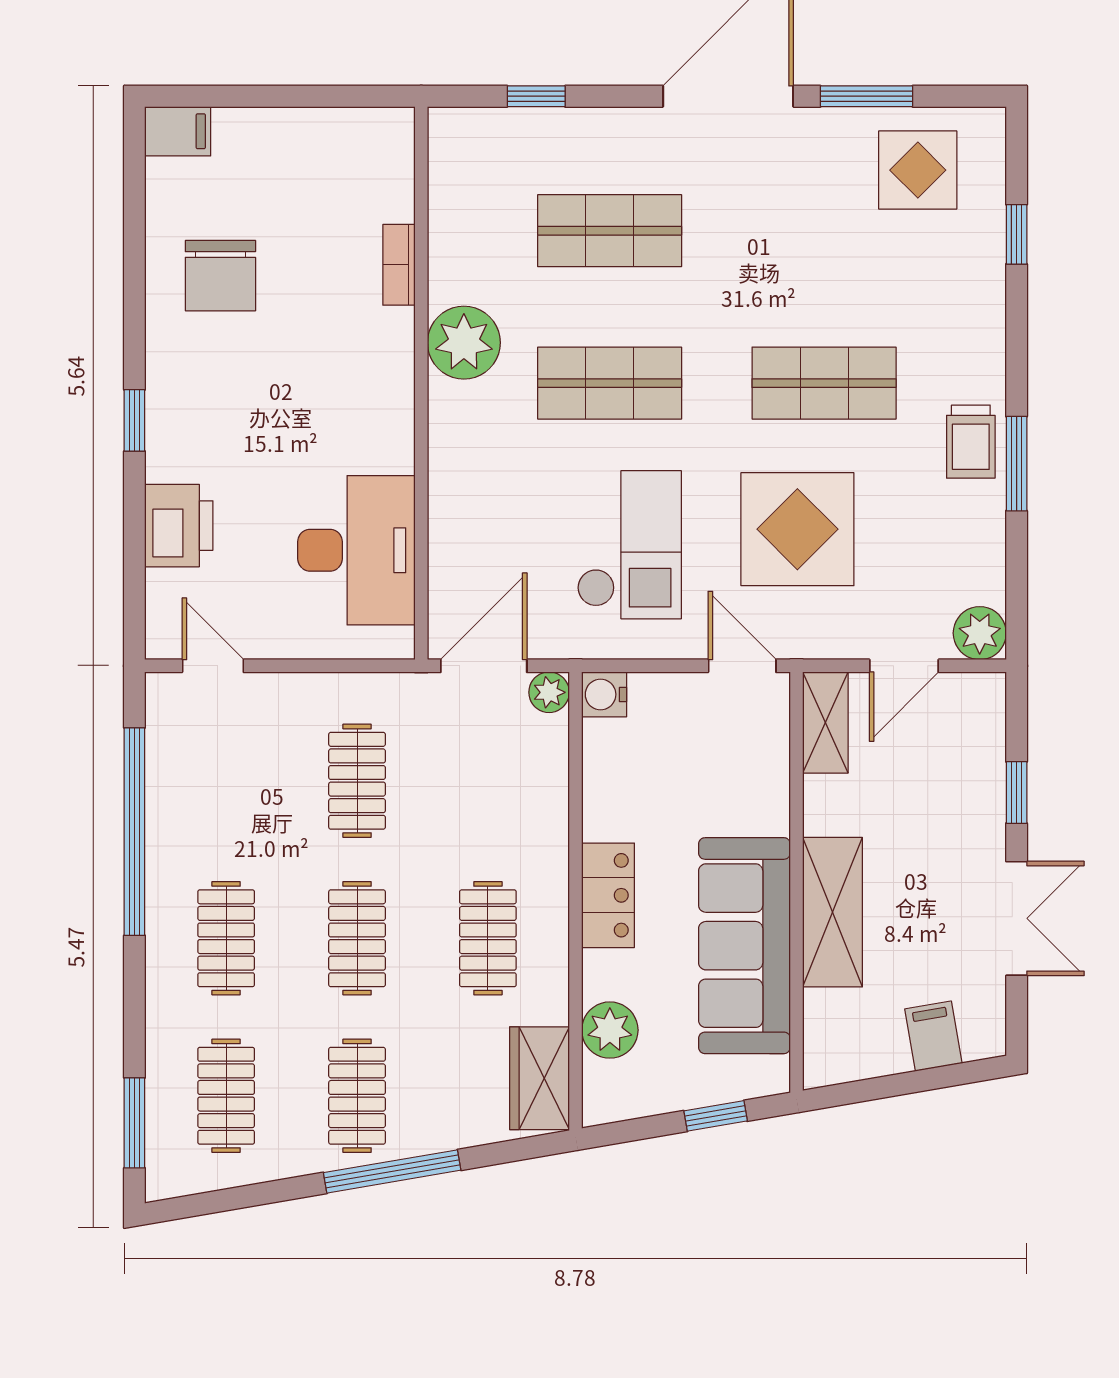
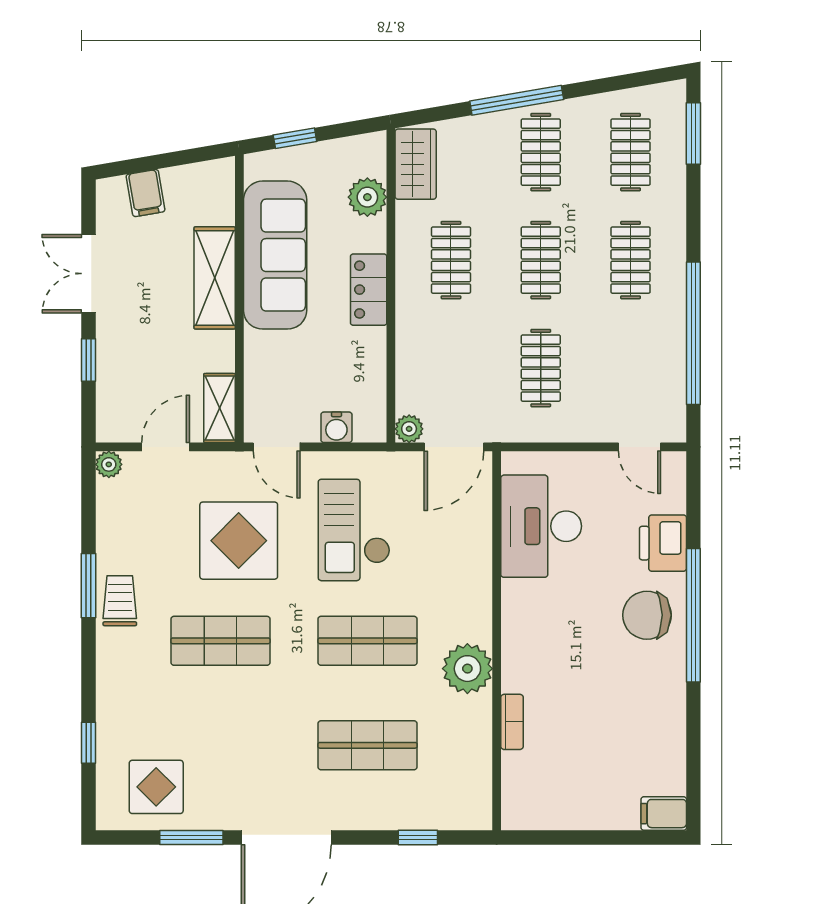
chair: (220, 276) -> (647, 615), moved, turned -90
window: (134, 420) -> (693, 615), width x3.17
plant: (980, 633) -> (109, 464), width x0.73, depth x0.73
water cooler: (604, 694) -> (336, 427), moved, turned 90

